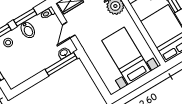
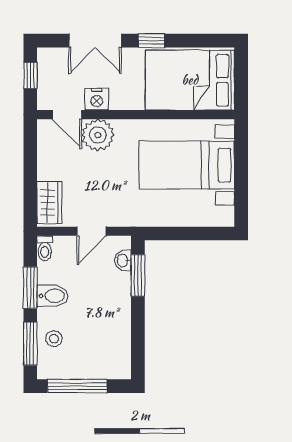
door: (69, 30) -> (91, 231), hinge flipped
window: (61, 64) -> (138, 275), width x0.69

